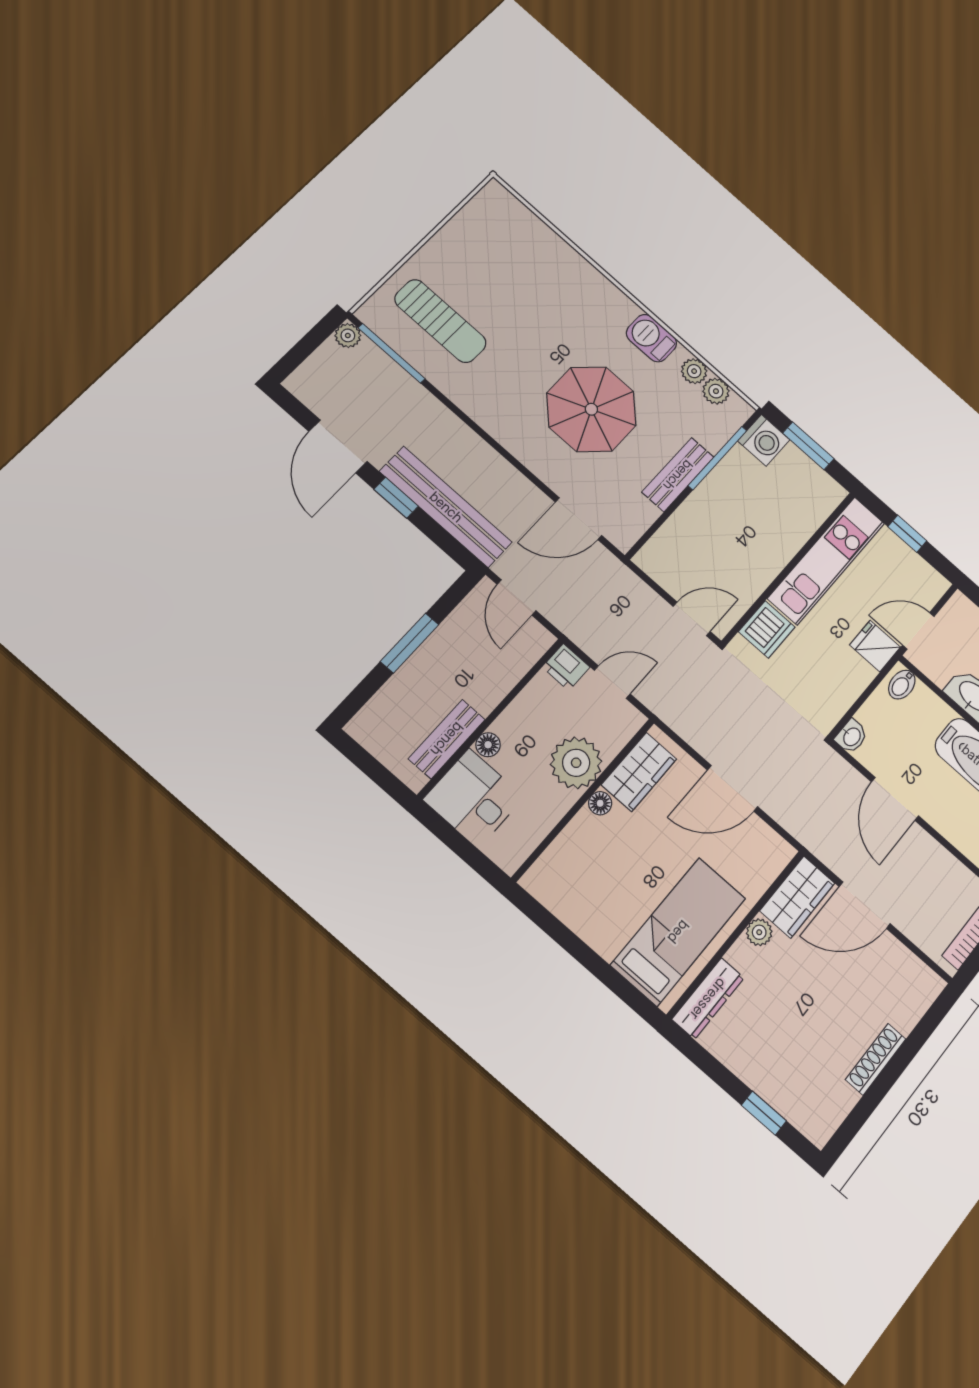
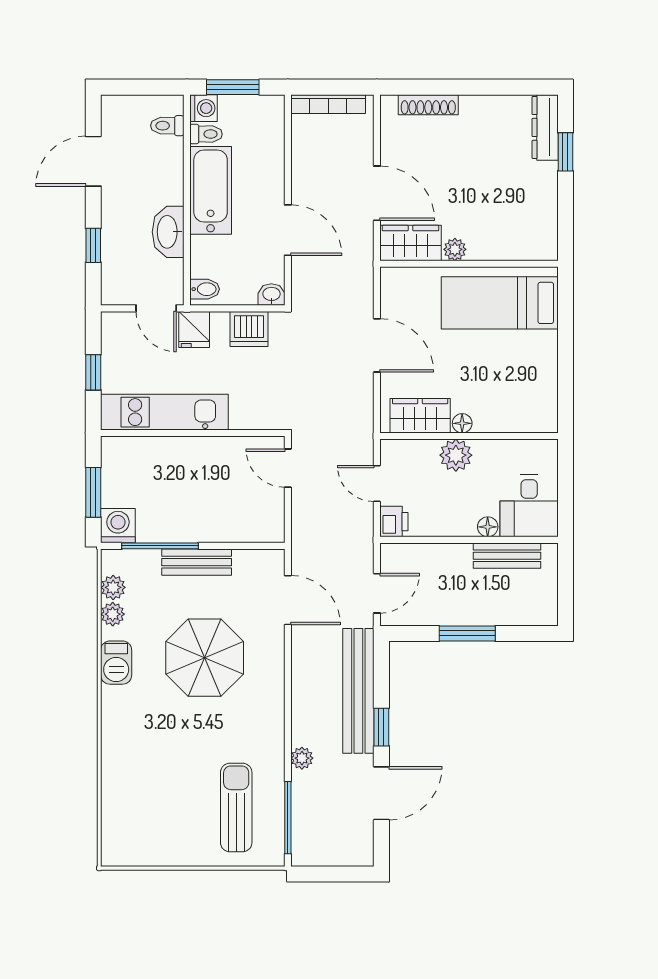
plant: (348, 335) -> (302, 758), moved
dishwasher: (767, 629) -> (249, 329), moved, turned 180
plant: (576, 763) -> (456, 455), width x0.73, depth x0.73
door: (895, 799) -> (288, 230), hinge flipped
dresser: (708, 999) -> (545, 127), moved, turned -90
shoe rack: (876, 1059) -> (428, 105), moved

